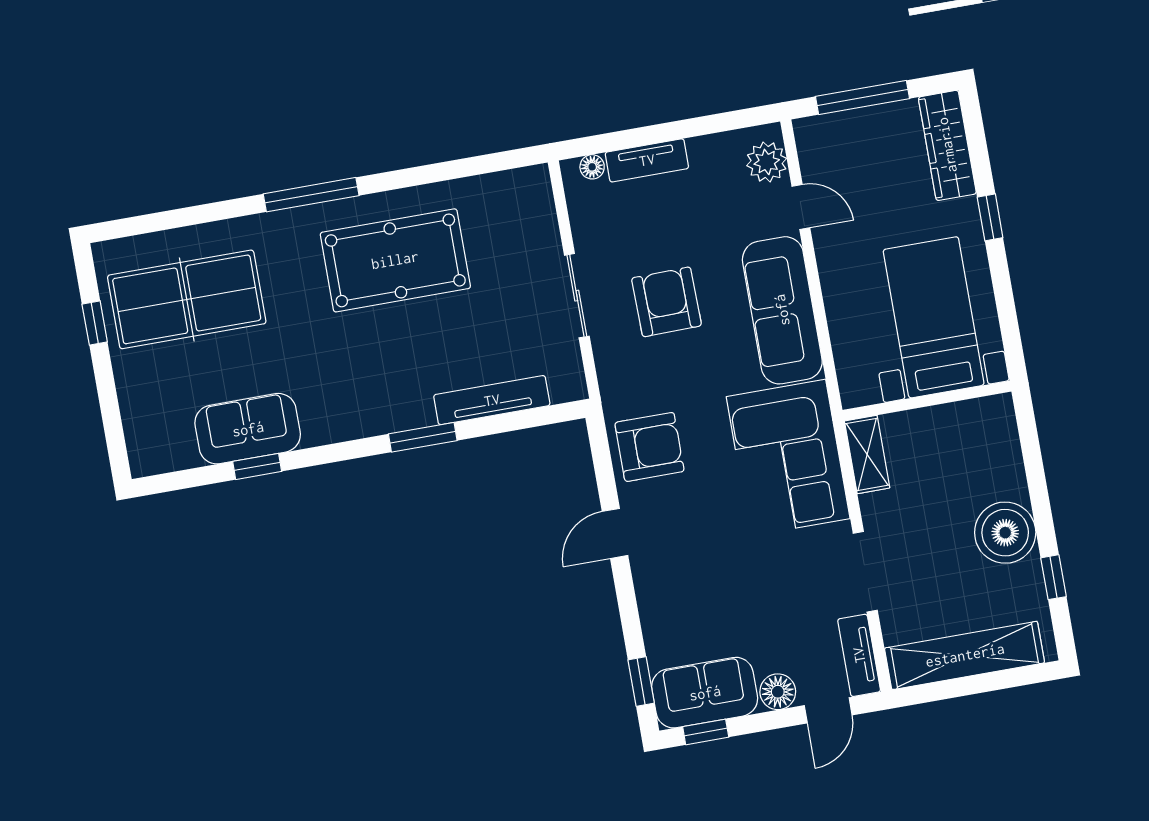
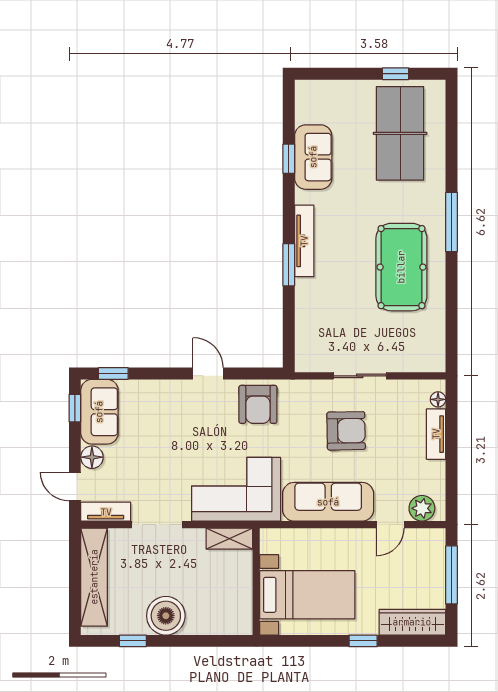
tv unit: (492, 400) -> (304, 241), moved

